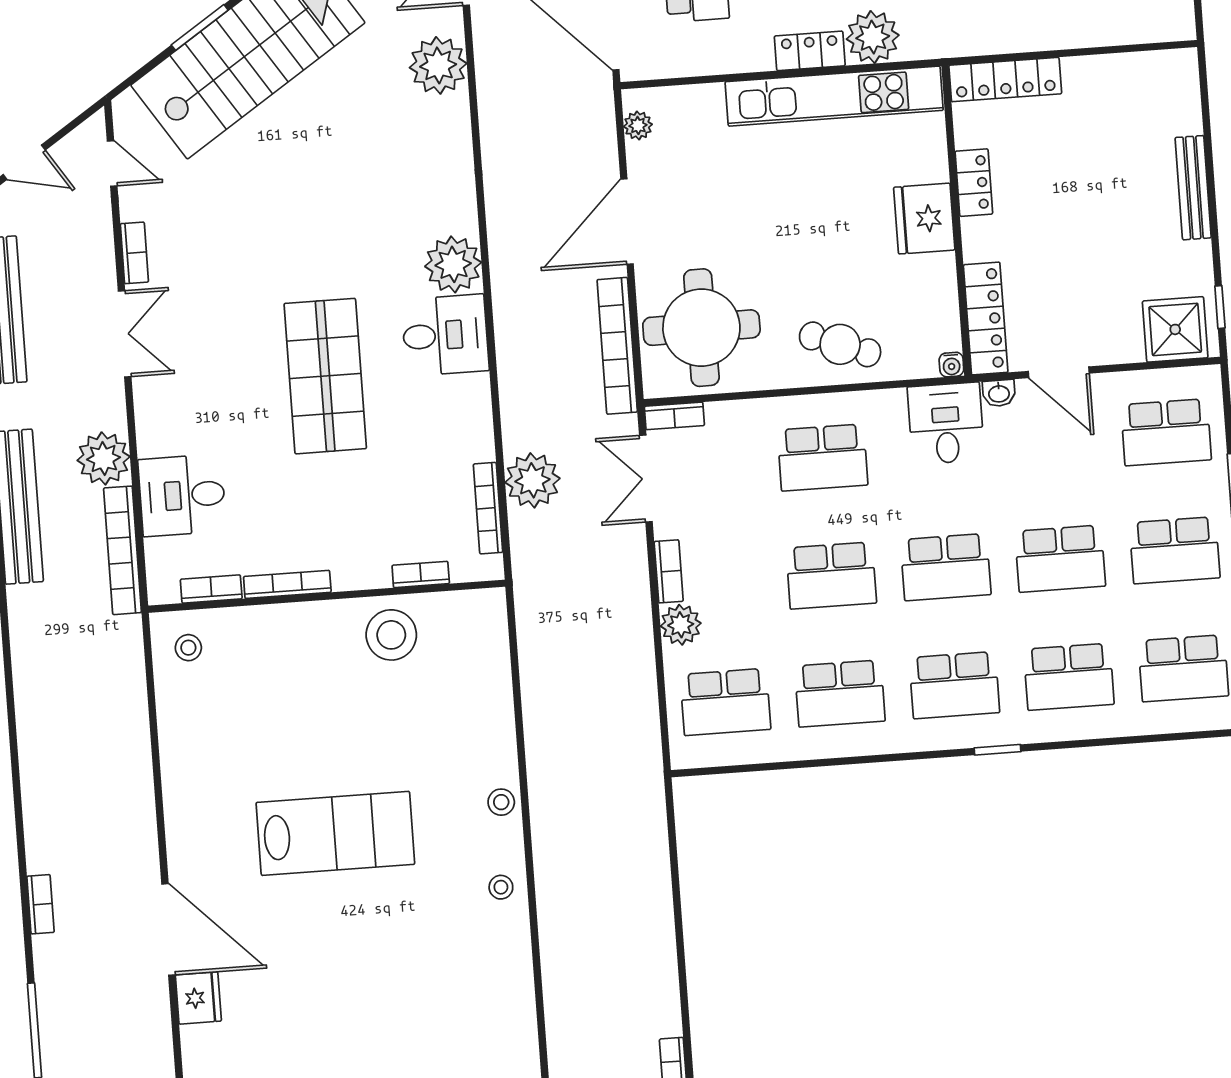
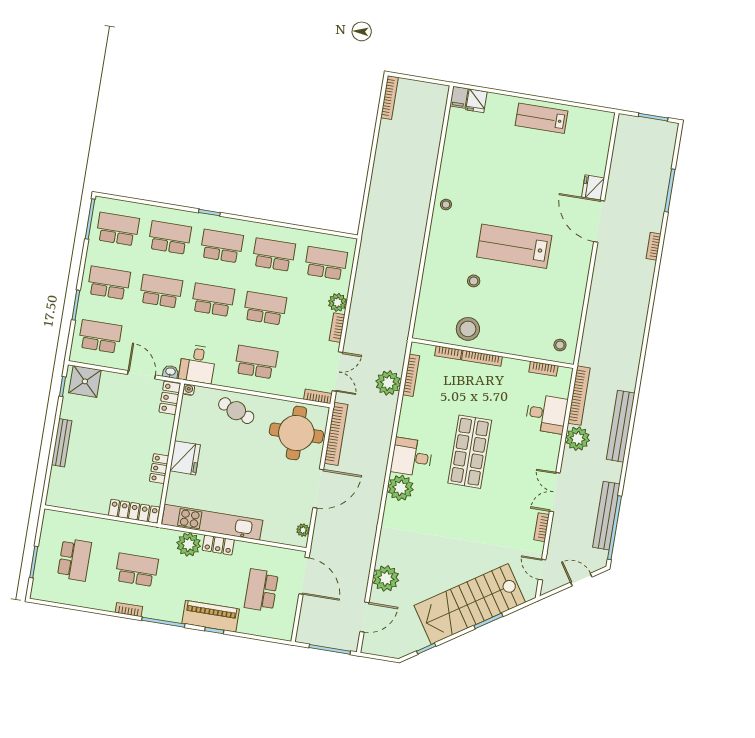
locker: (986, 319) -> (170, 398), width x0.66
bookcase: (287, 584) -> (482, 358), moved
stool: (501, 802) -> (474, 281), moved

